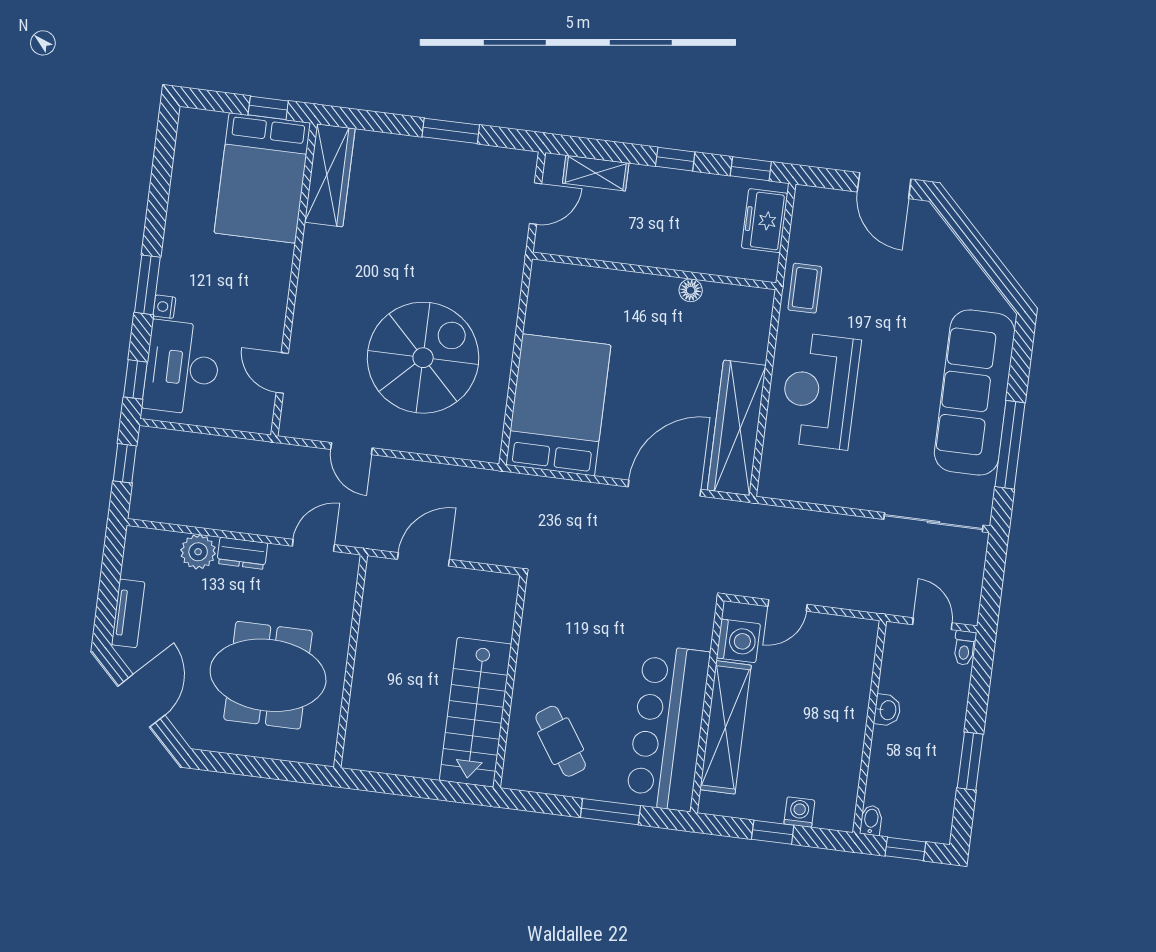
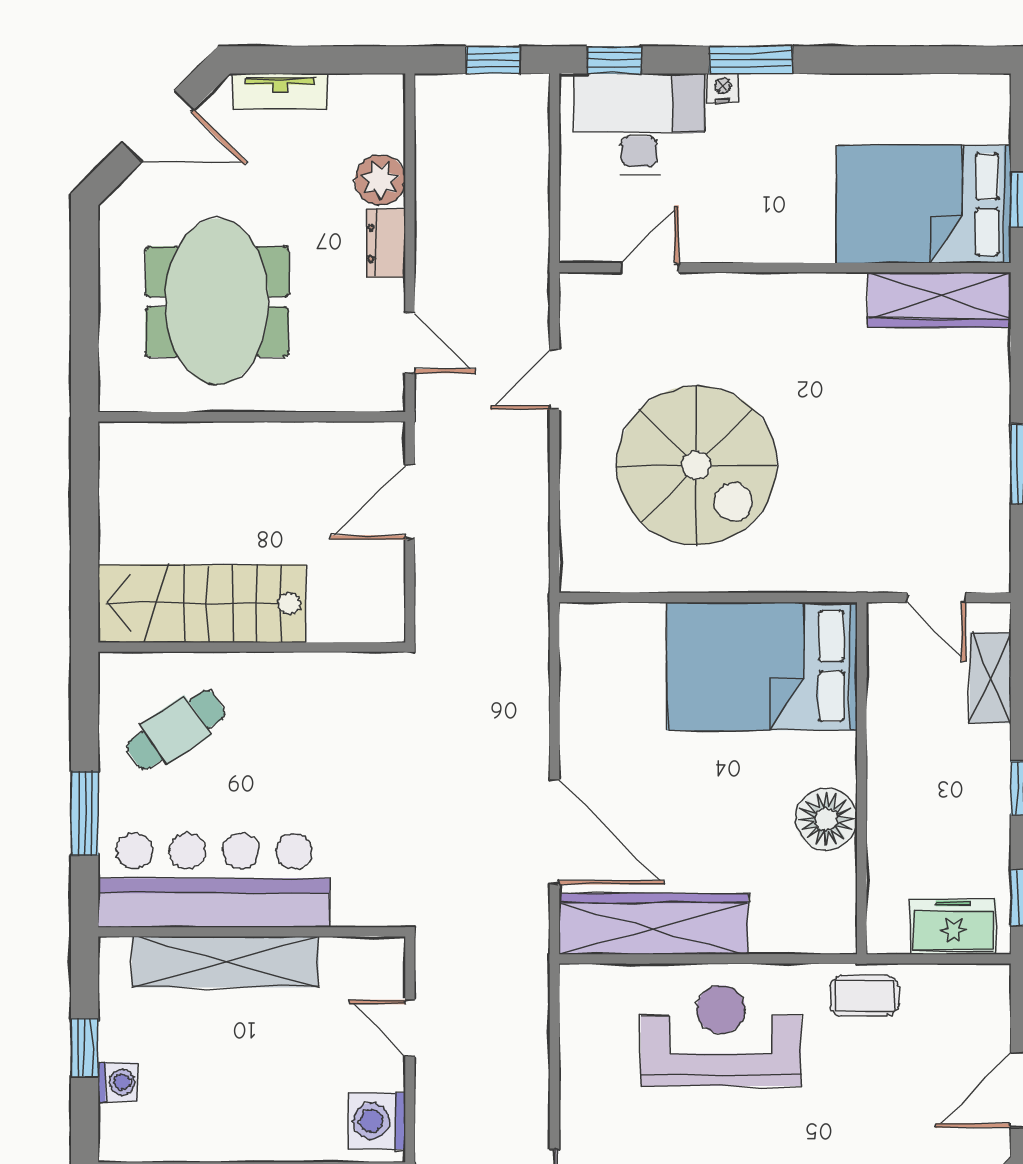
floor lamp: (691, 290) -> (826, 819), width x1.89, depth x1.89
bed: (558, 405) -> (762, 666), moved, turned 180
door: (423, 559) -> (410, 502), swing flipped
washing machine: (738, 641) -> (377, 1121), moved, turned 90

